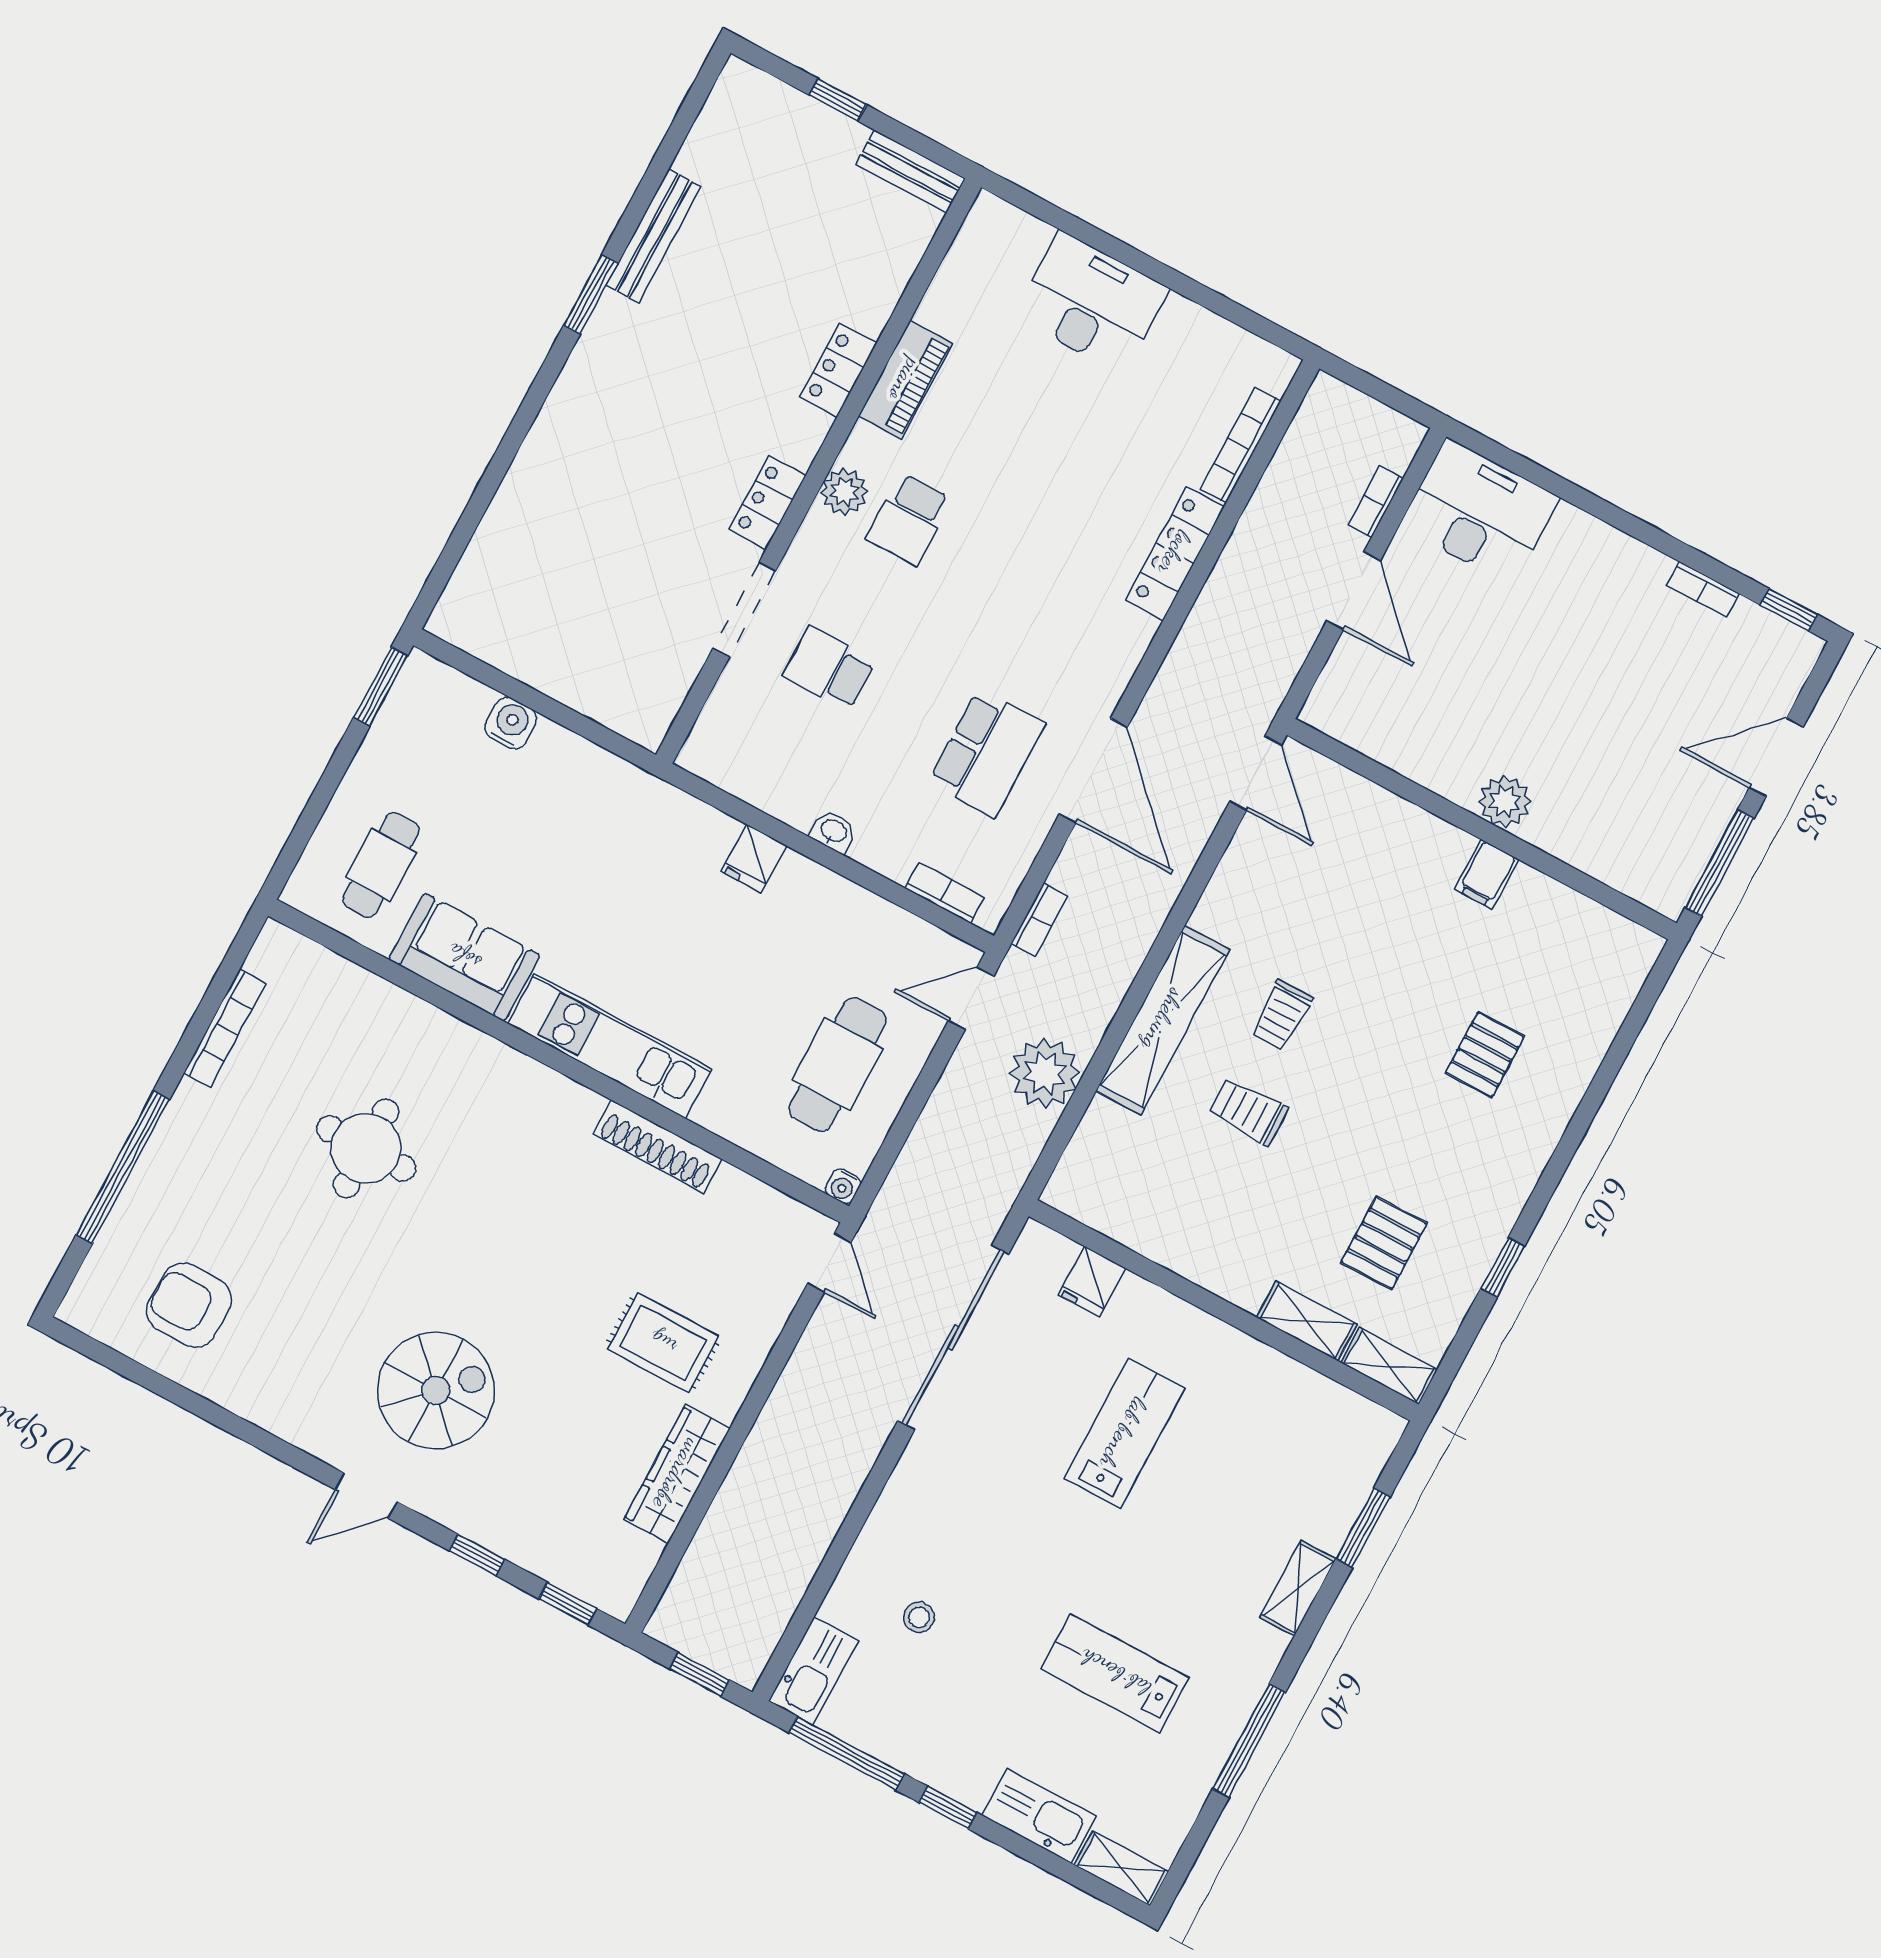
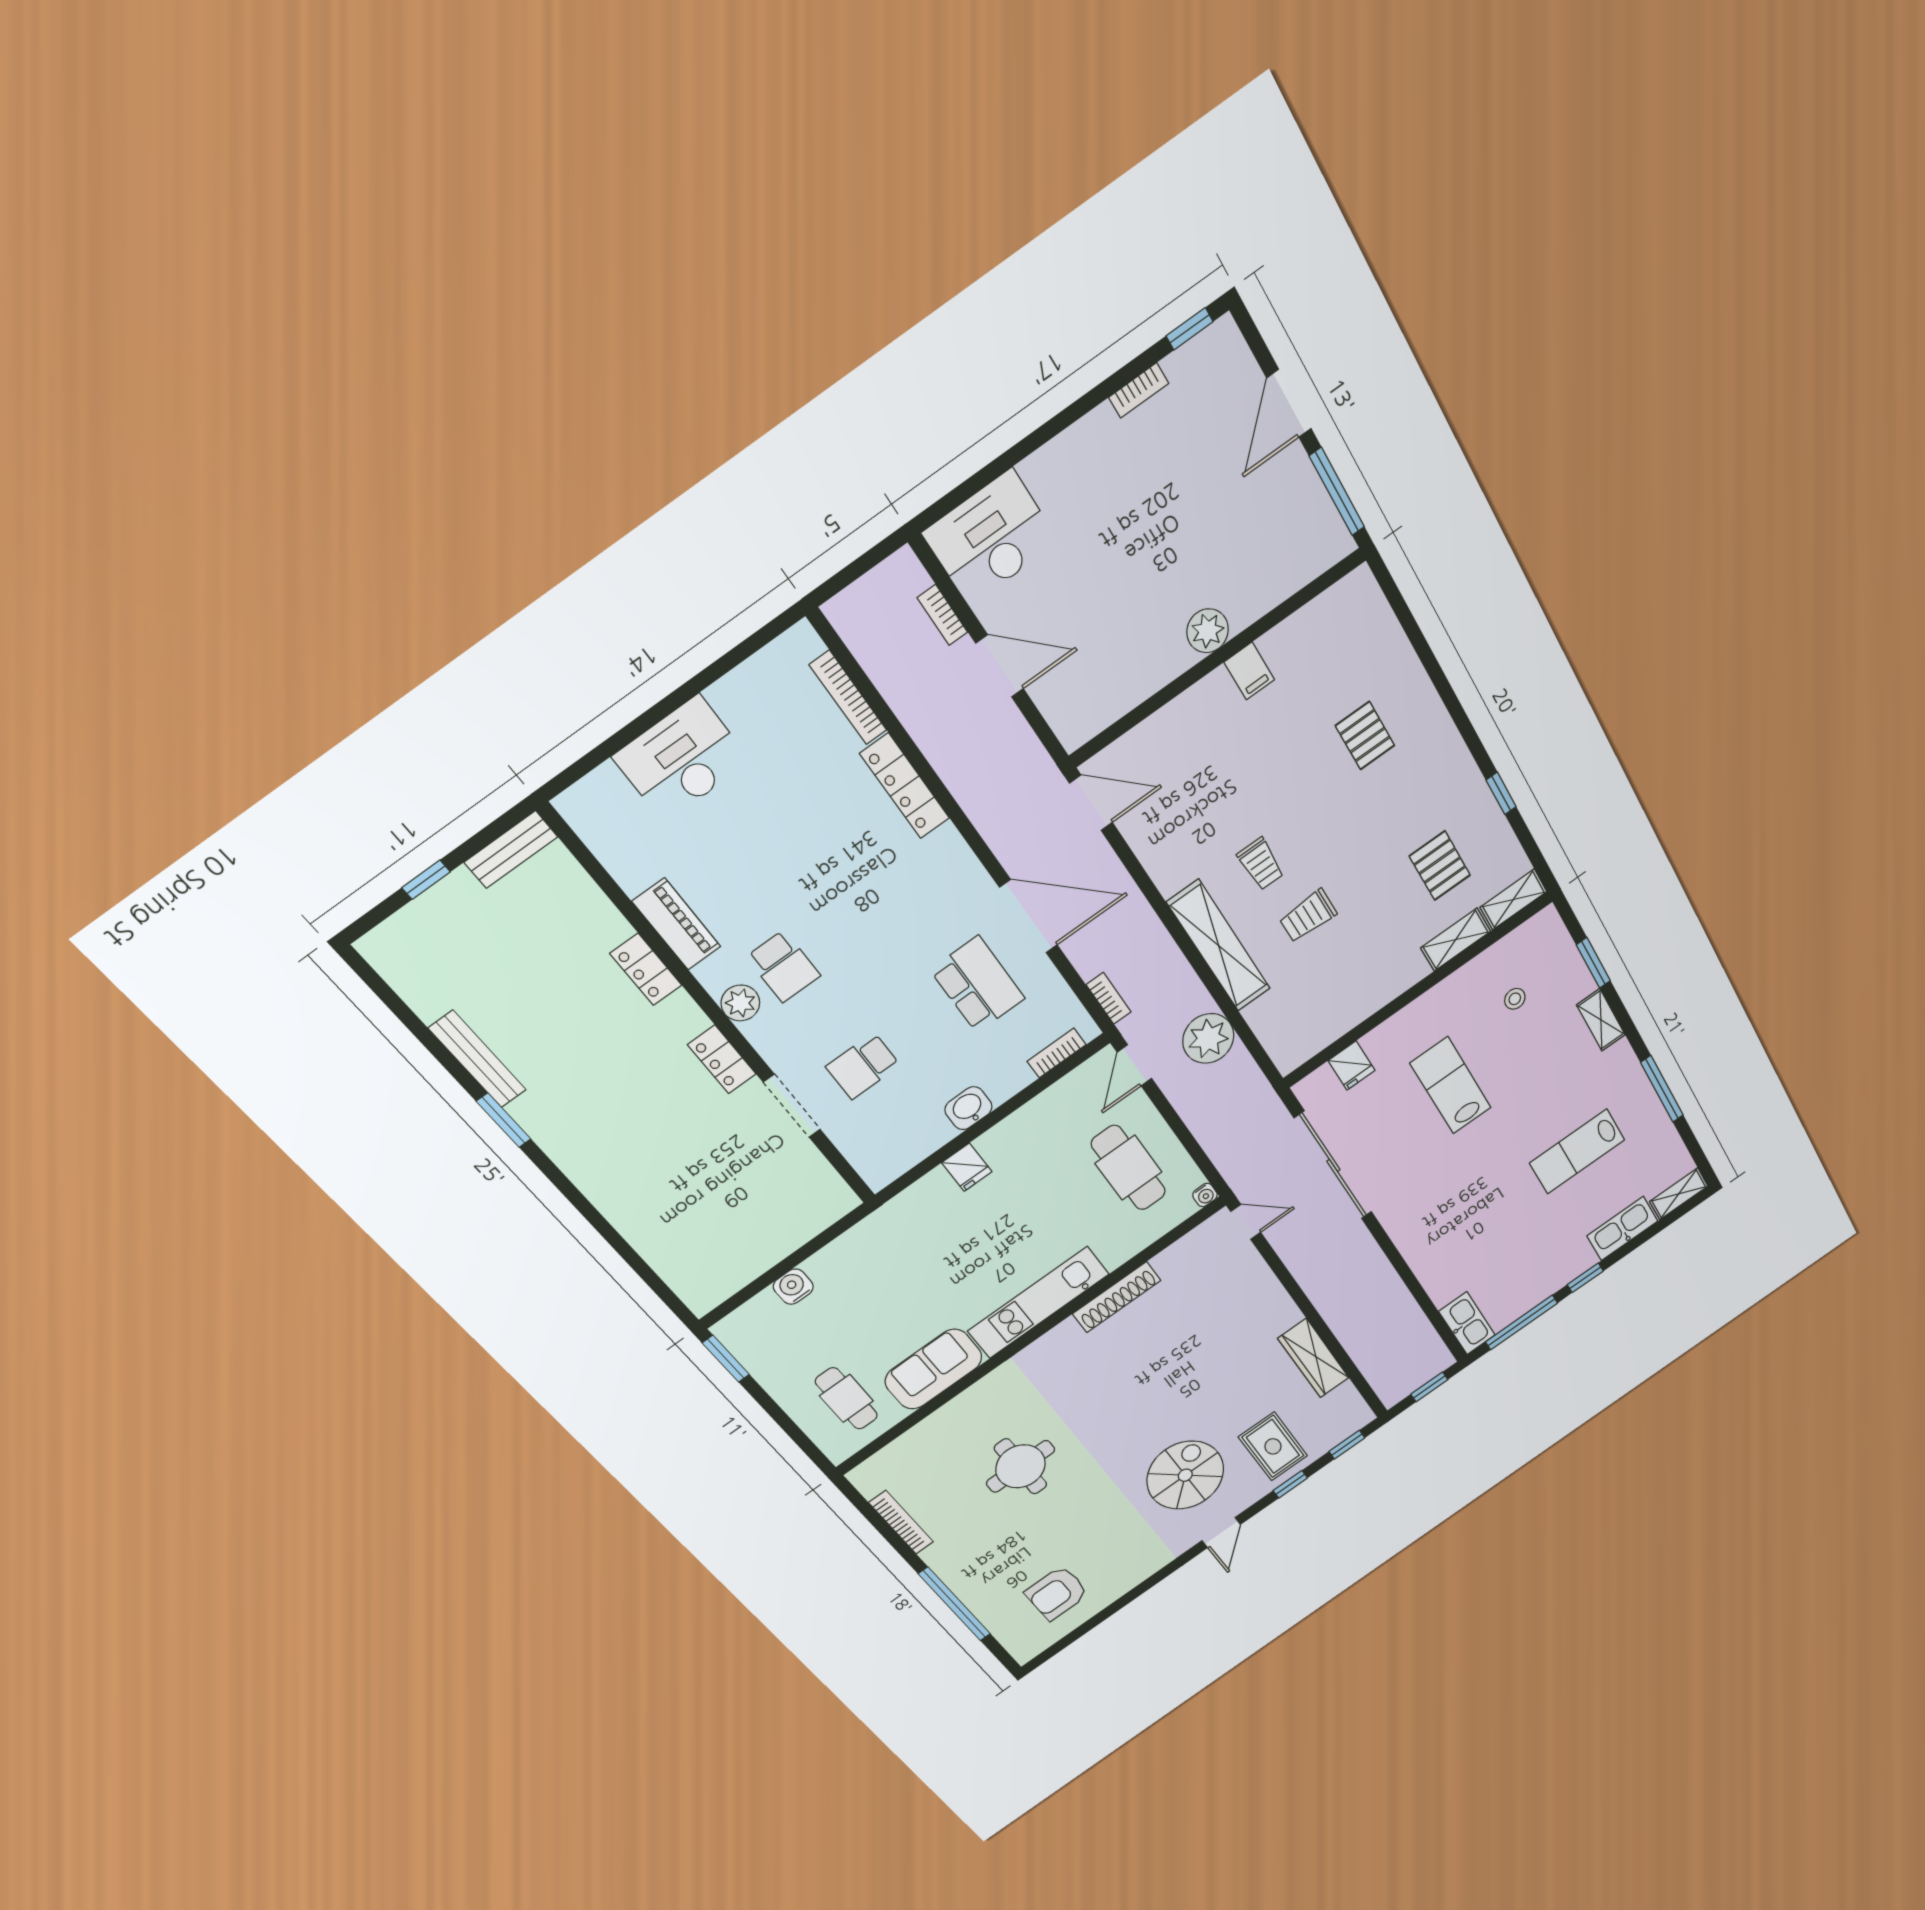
washbasin: (833, 831) -> (968, 1108), width x1.38, depth x1.45
rug: (663, 1343) -> (1273, 1446), moved, turned 90
stool: (919, 1617) -> (1515, 999), moved

